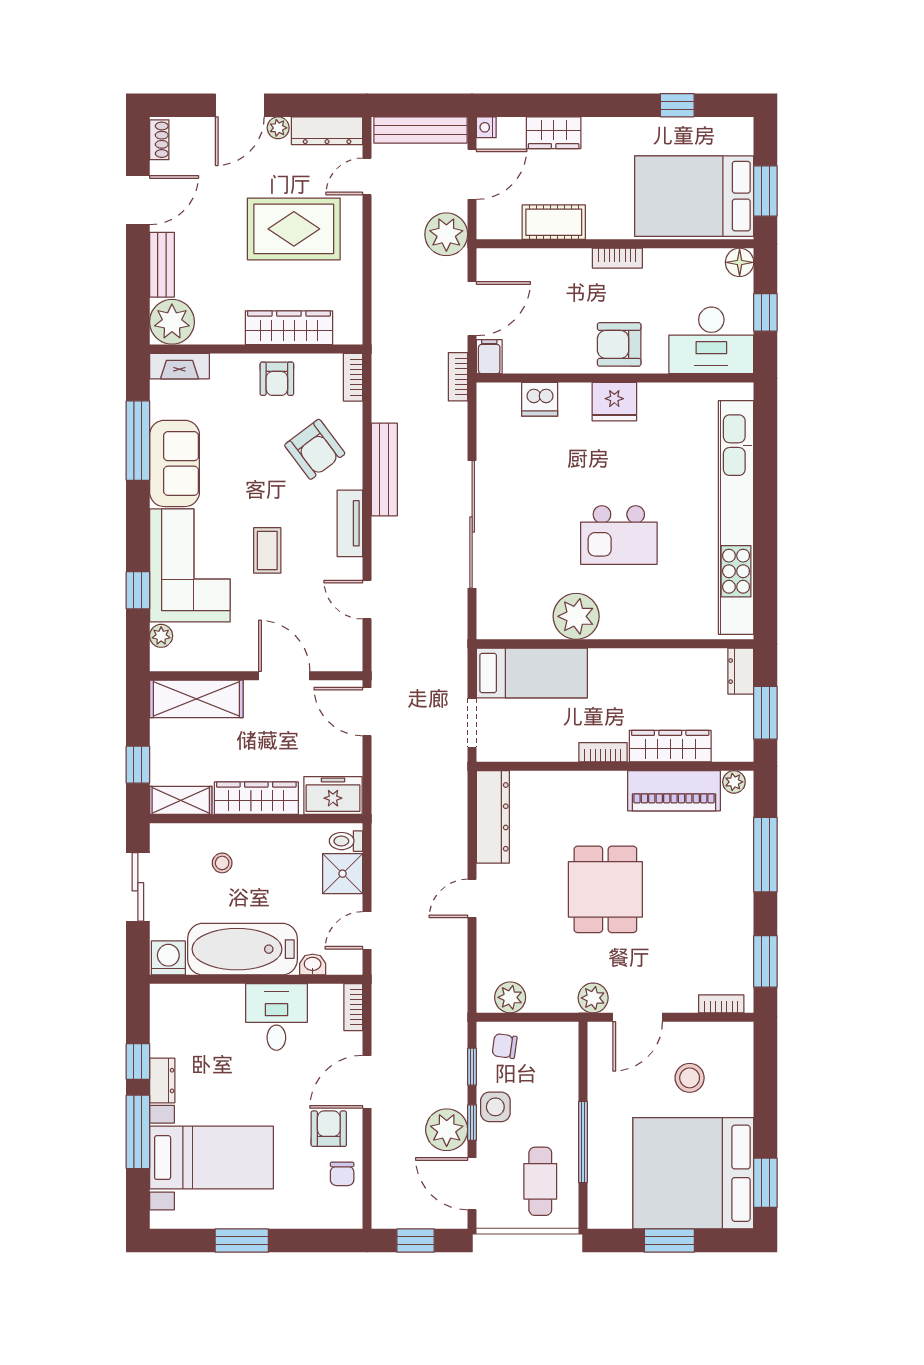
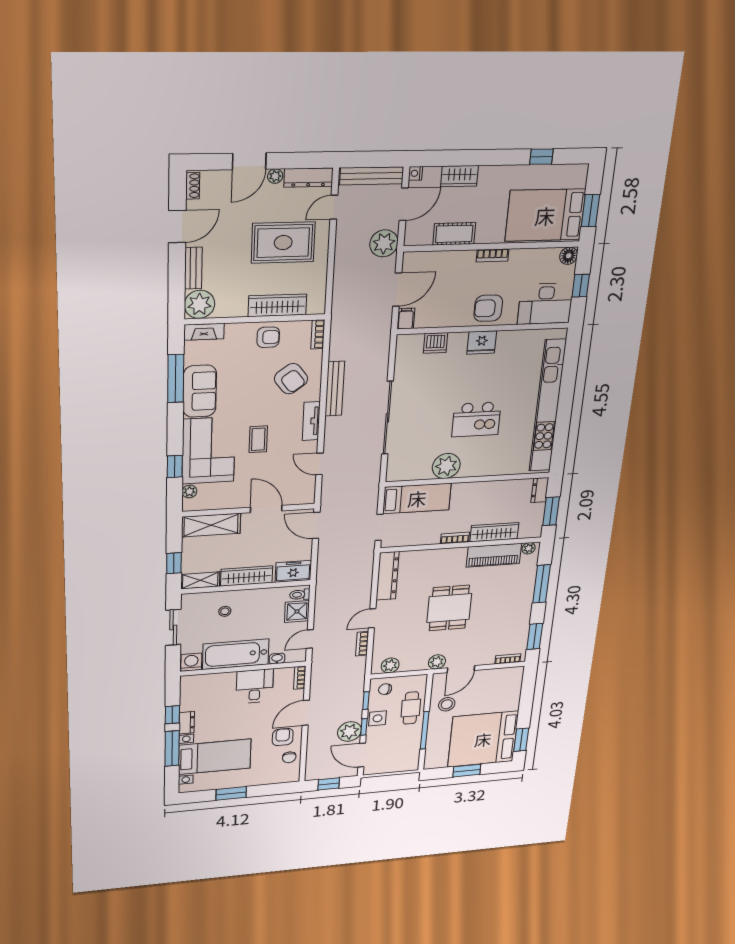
bookcase: (458, 377) -> (362, 644), moved
armchair: (277, 379) -> (268, 337), turned -90
stool: (690, 1078) -> (447, 704), moved
cafe table: (540, 1181) -> (411, 708), moved

